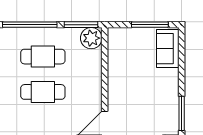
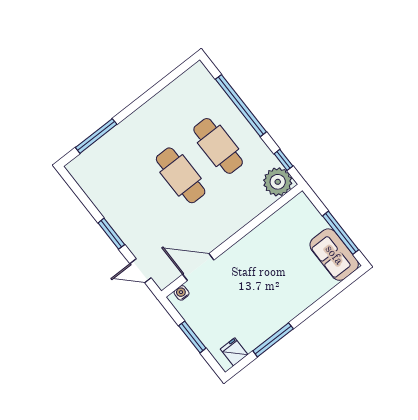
window: (81, 25) -> (283, 160), width x0.46
sofa: (168, 49) -> (334, 255), moved, turned -90

